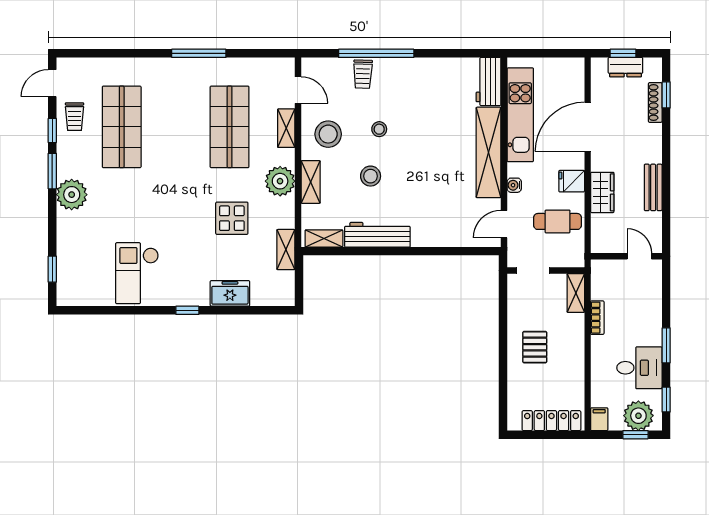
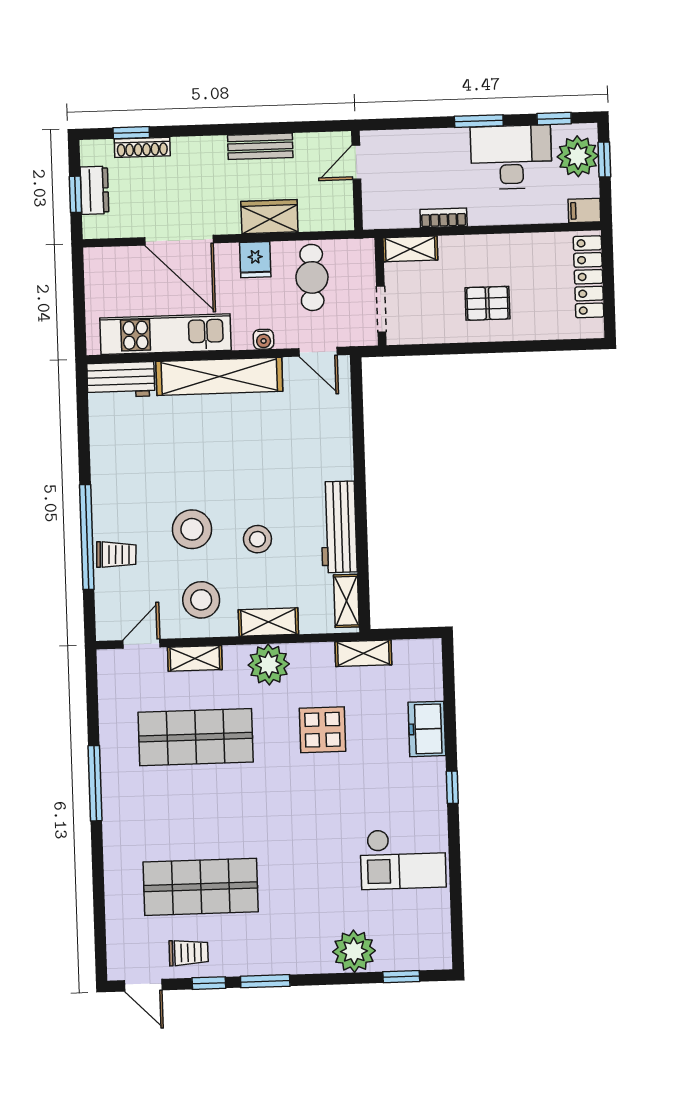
stool: (379, 129) -> (192, 529), width x1.89, depth x1.89
plant: (72, 195) -> (354, 951), moved
desk: (639, 368) -> (511, 157), width x1.37

